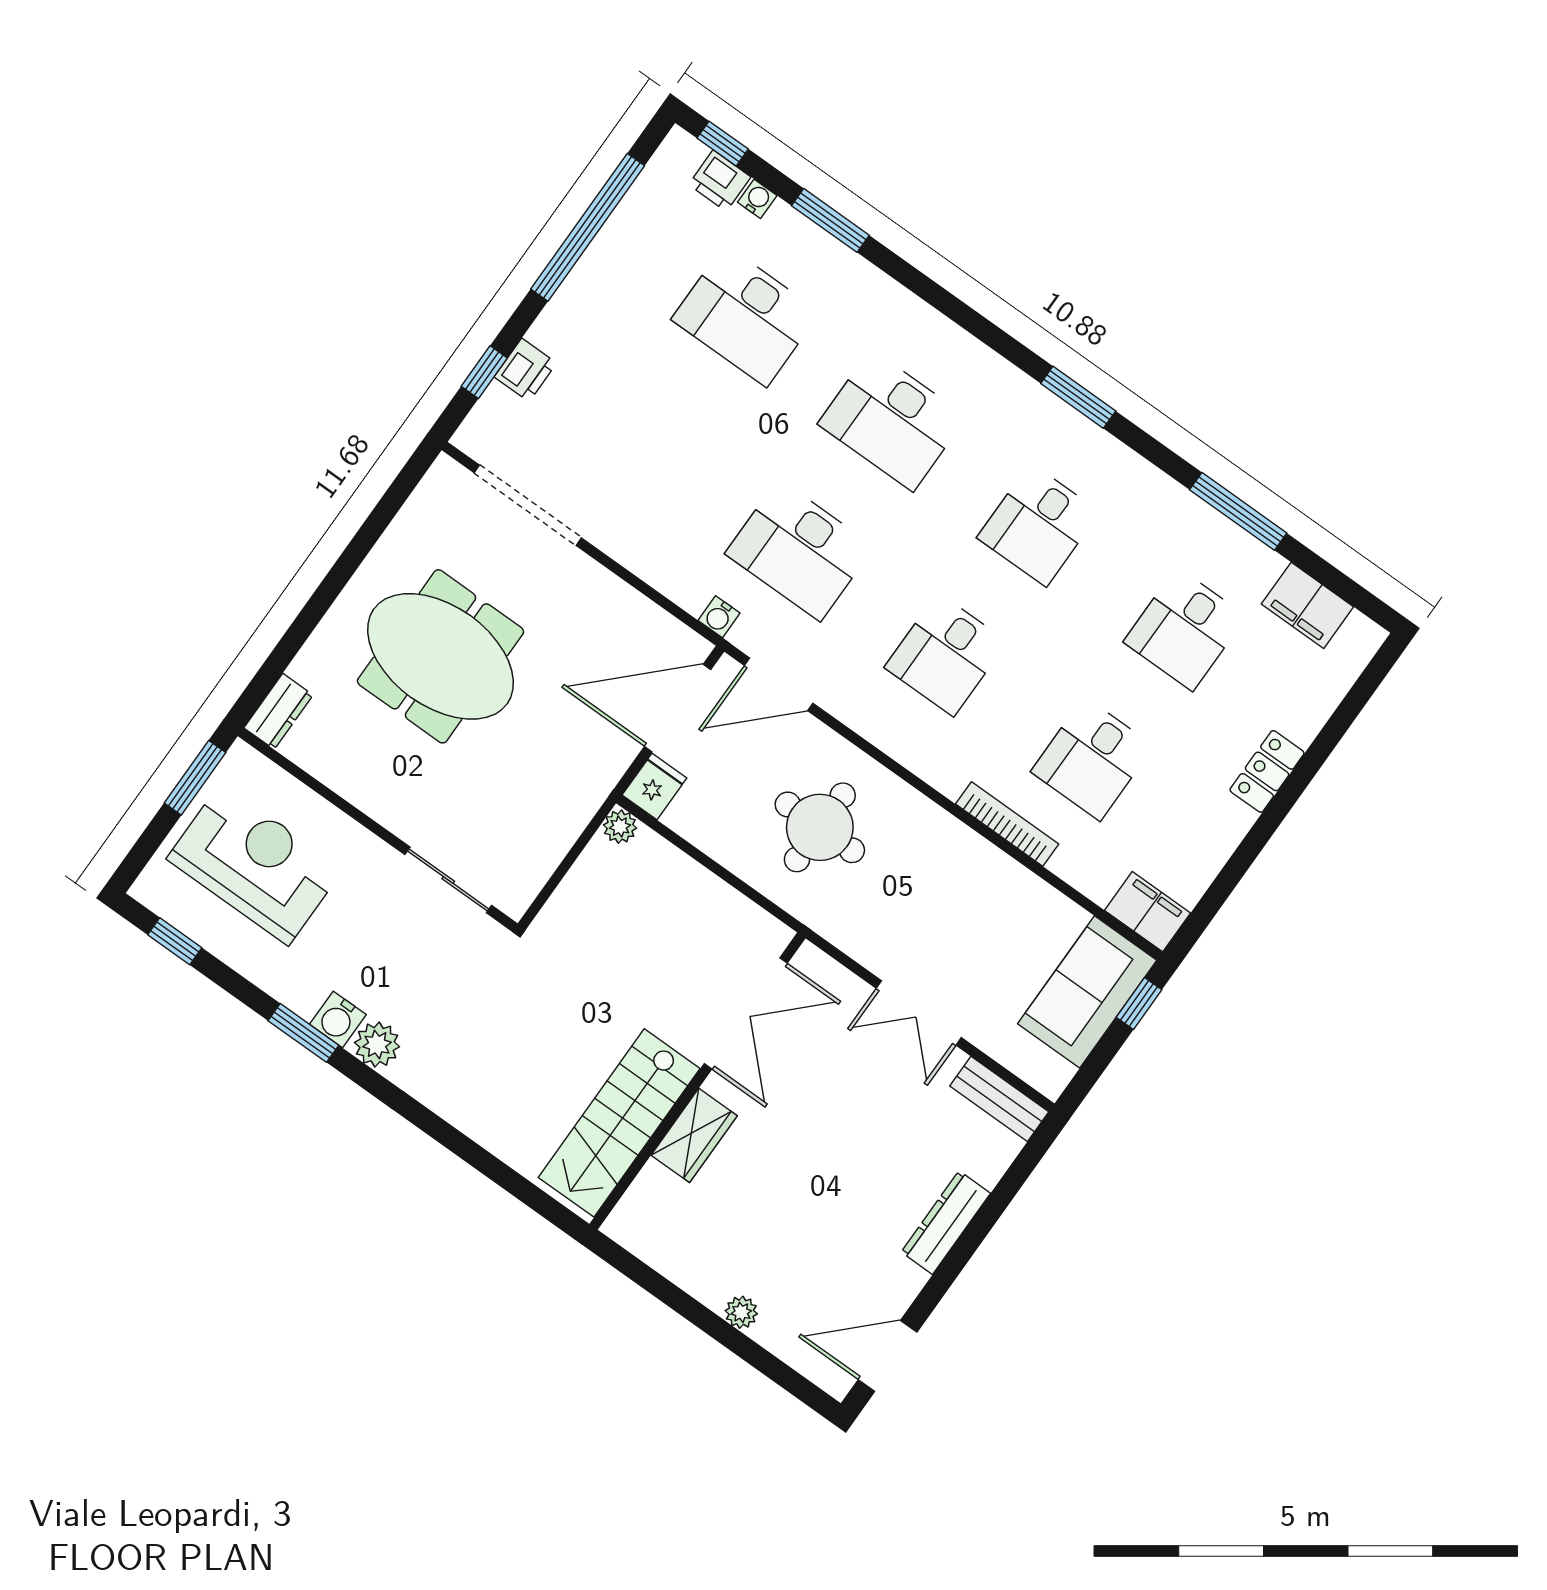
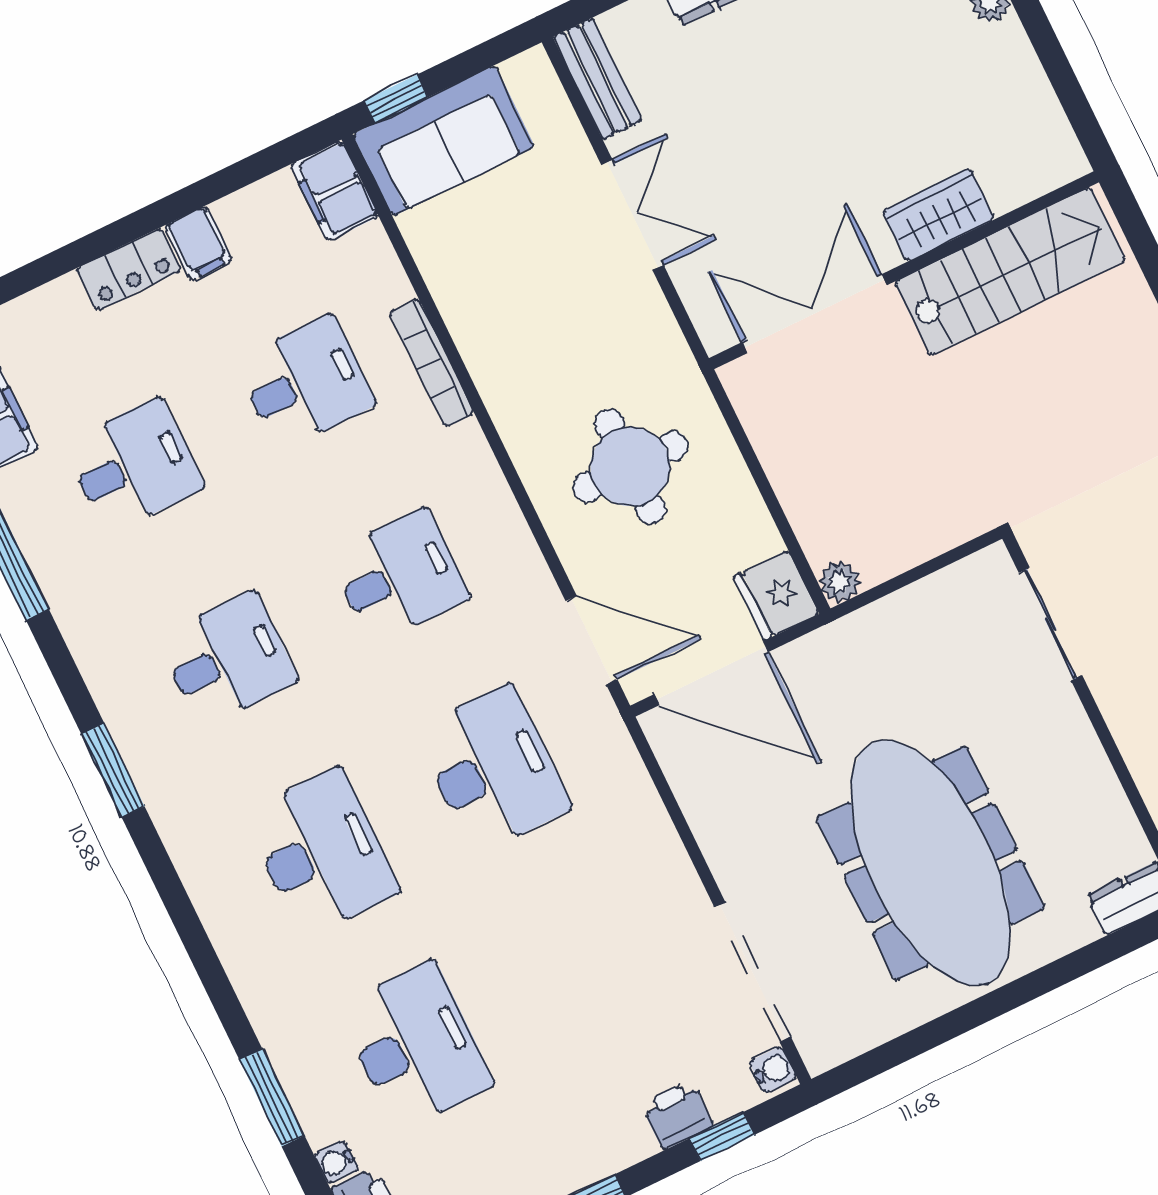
water cooler: (719, 617) -> (773, 1070), moved
meeting table: (441, 656) -> (931, 863), width x1.36
fridge: (654, 787) -> (776, 595), width x1.38
filing cabinet: (1226, 819) -> (199, 243), added

